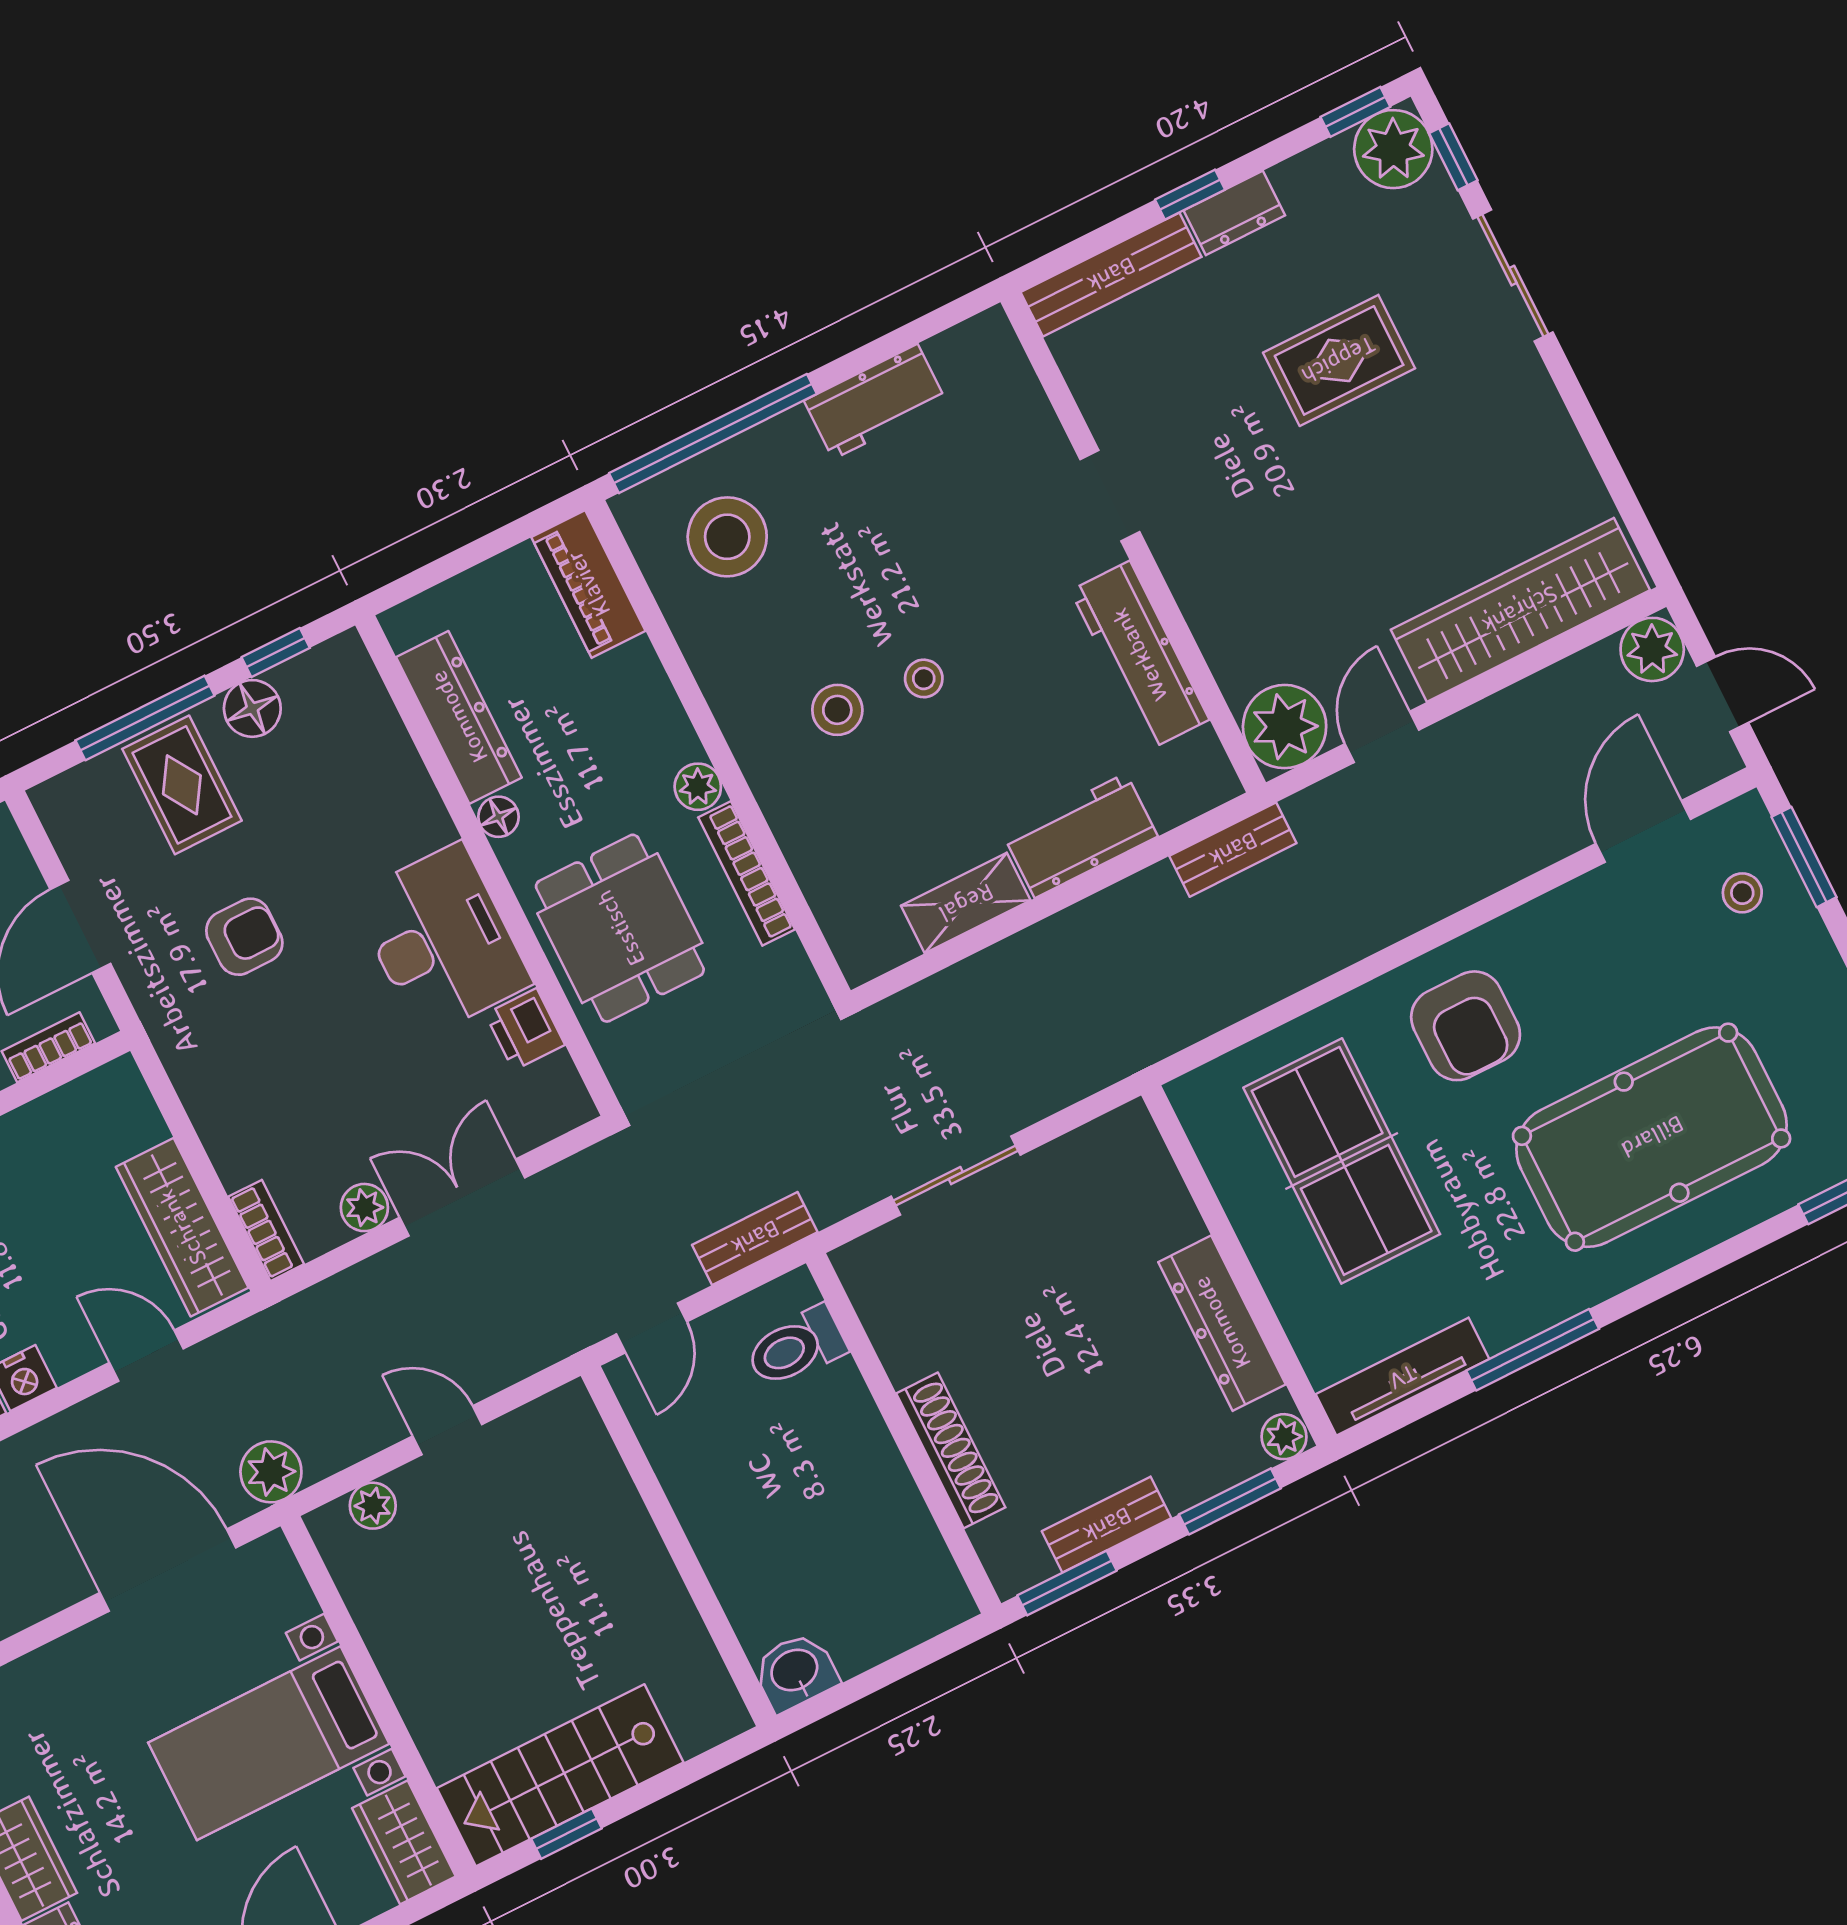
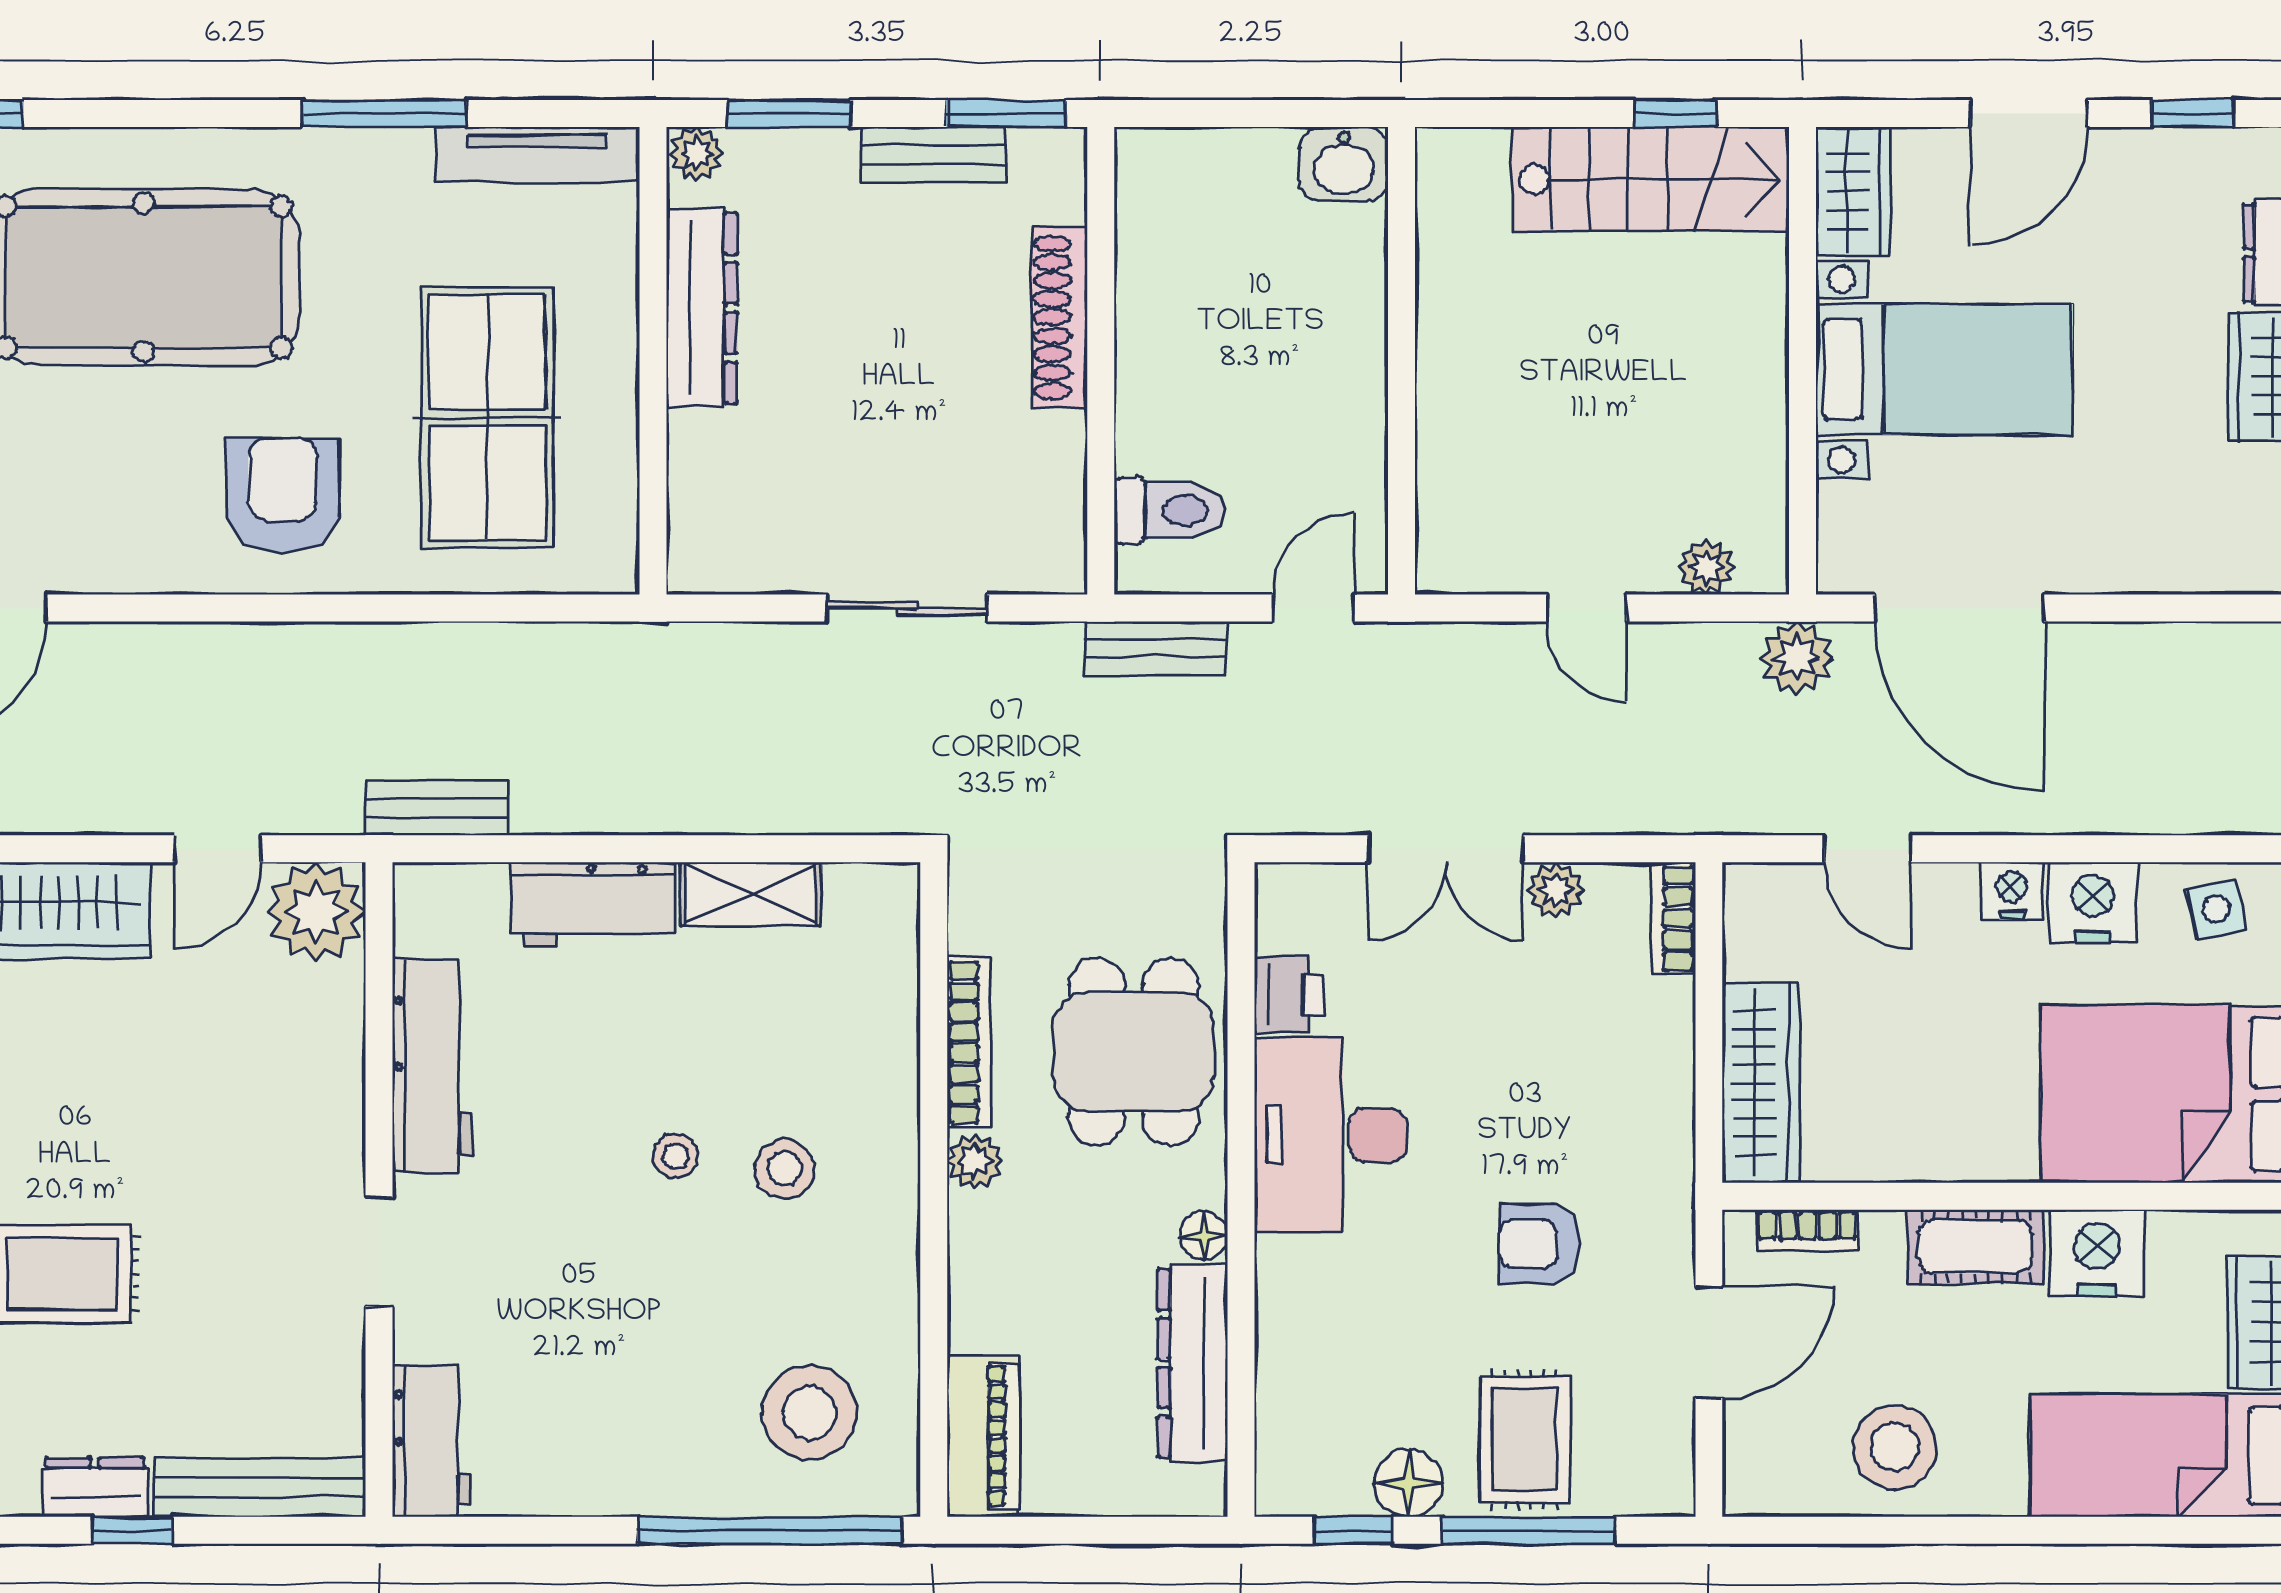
workbench: (875, 402) -> (432, 1441), moved, turned 90
wardrobe: (182, 1227) -> (1761, 1083), moved

